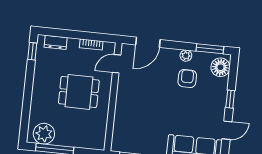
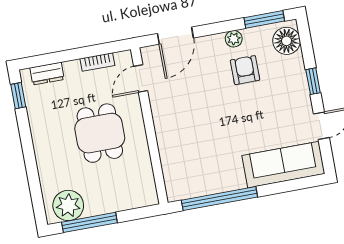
dining table: (79, 92) -> (100, 133), turned 90

